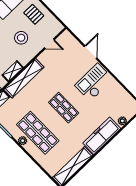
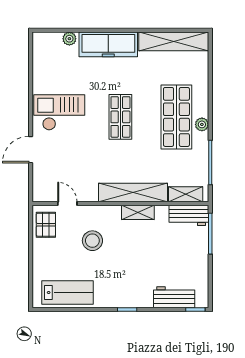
pallet: (34, 14) -> (46, 225), moved
checkout: (94, 82) -> (59, 112), turned 180

